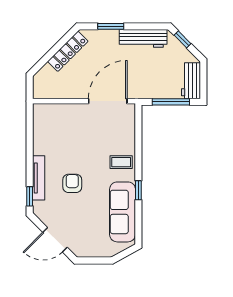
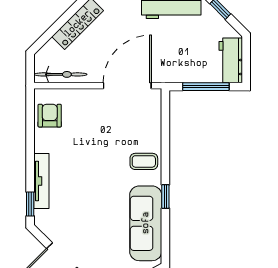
bicycle: (54, 92) -> (61, 74), added
armchair: (72, 183) -> (50, 116), moved

